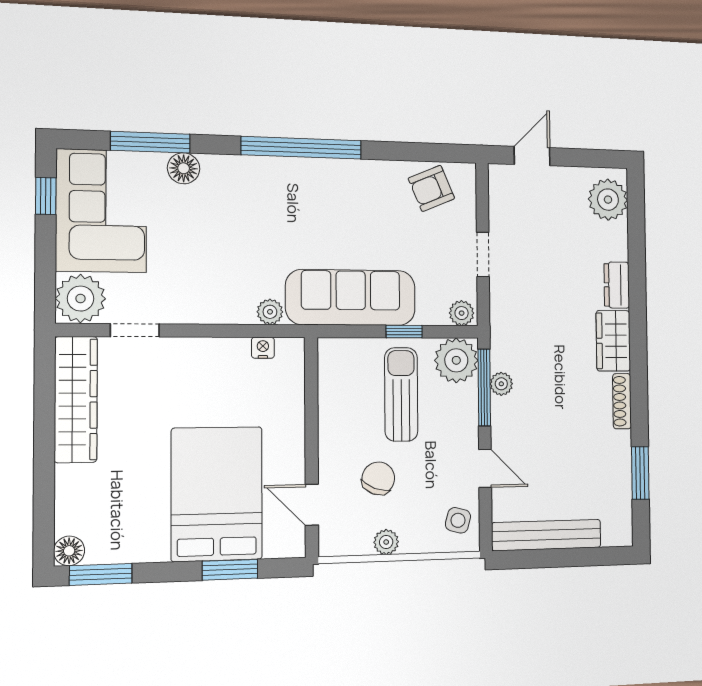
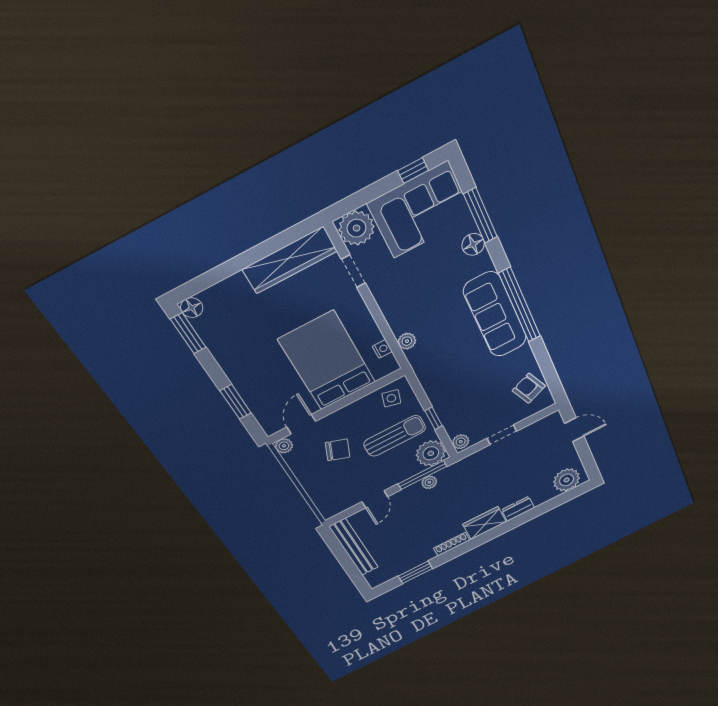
sofa: (351, 298) -> (495, 315), moved, turned 180
bed: (217, 494) -> (327, 361), moved, turned -90
side table: (458, 520) -> (391, 398), moved
plant: (386, 542) -> (284, 446), moved

